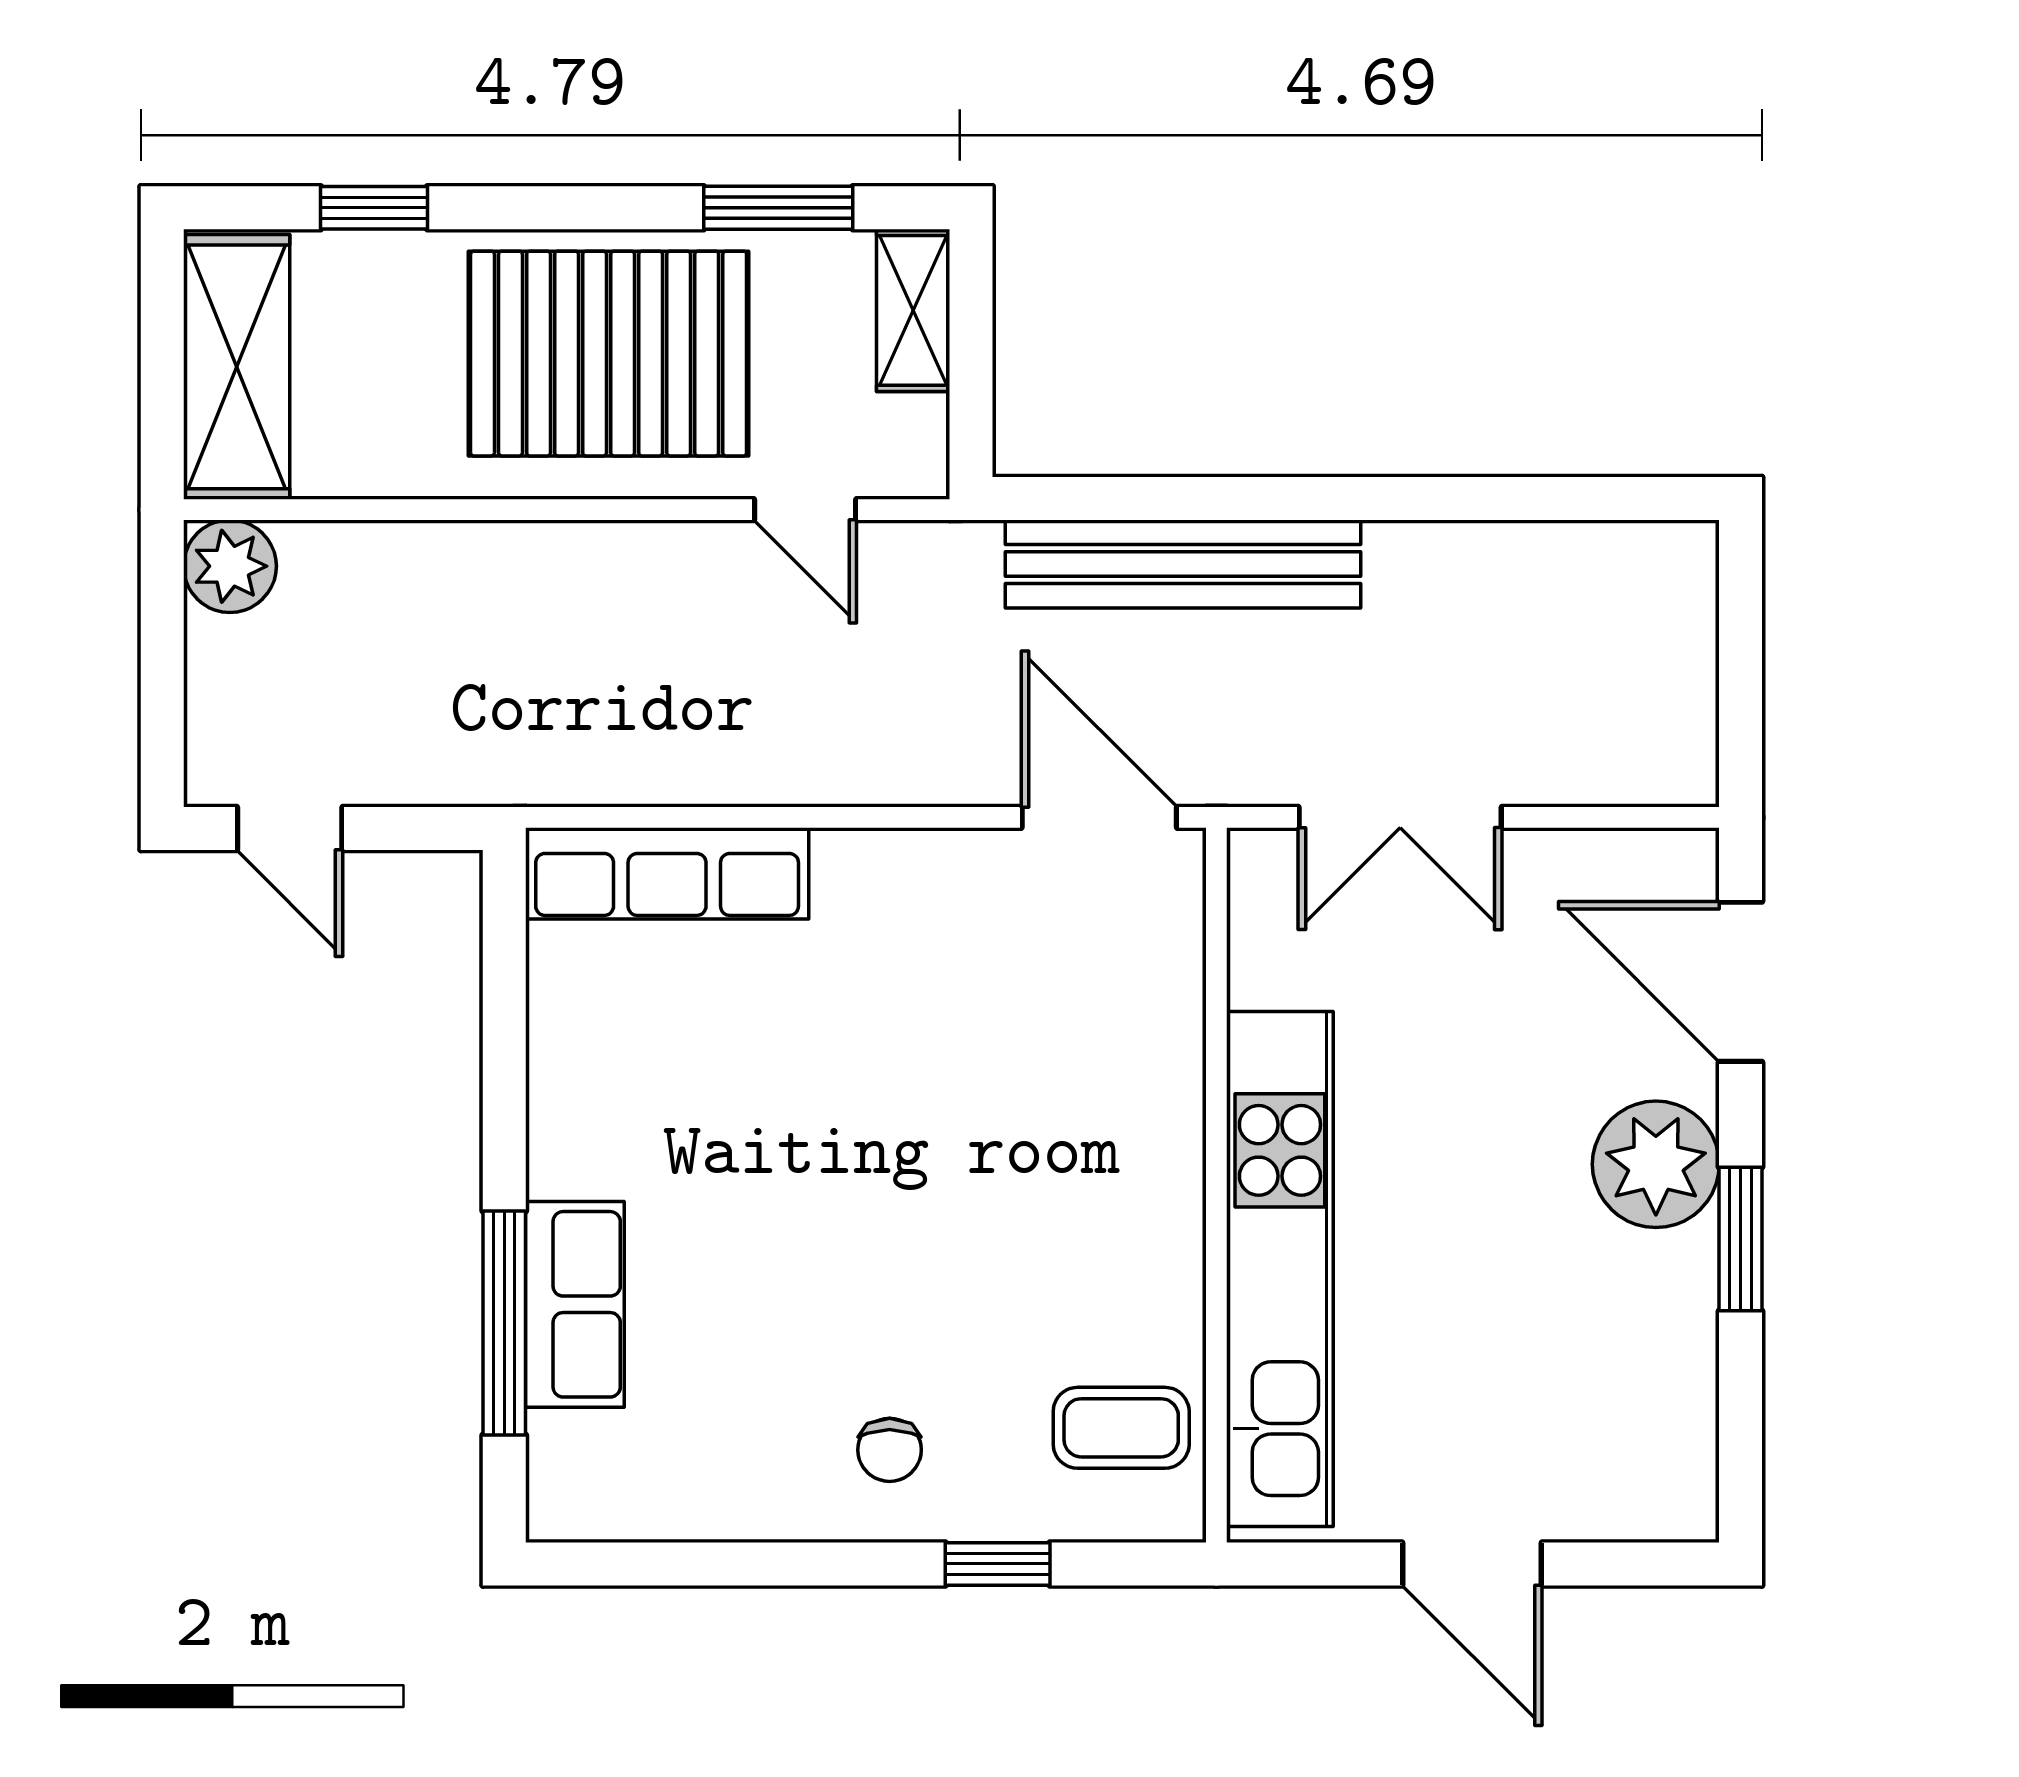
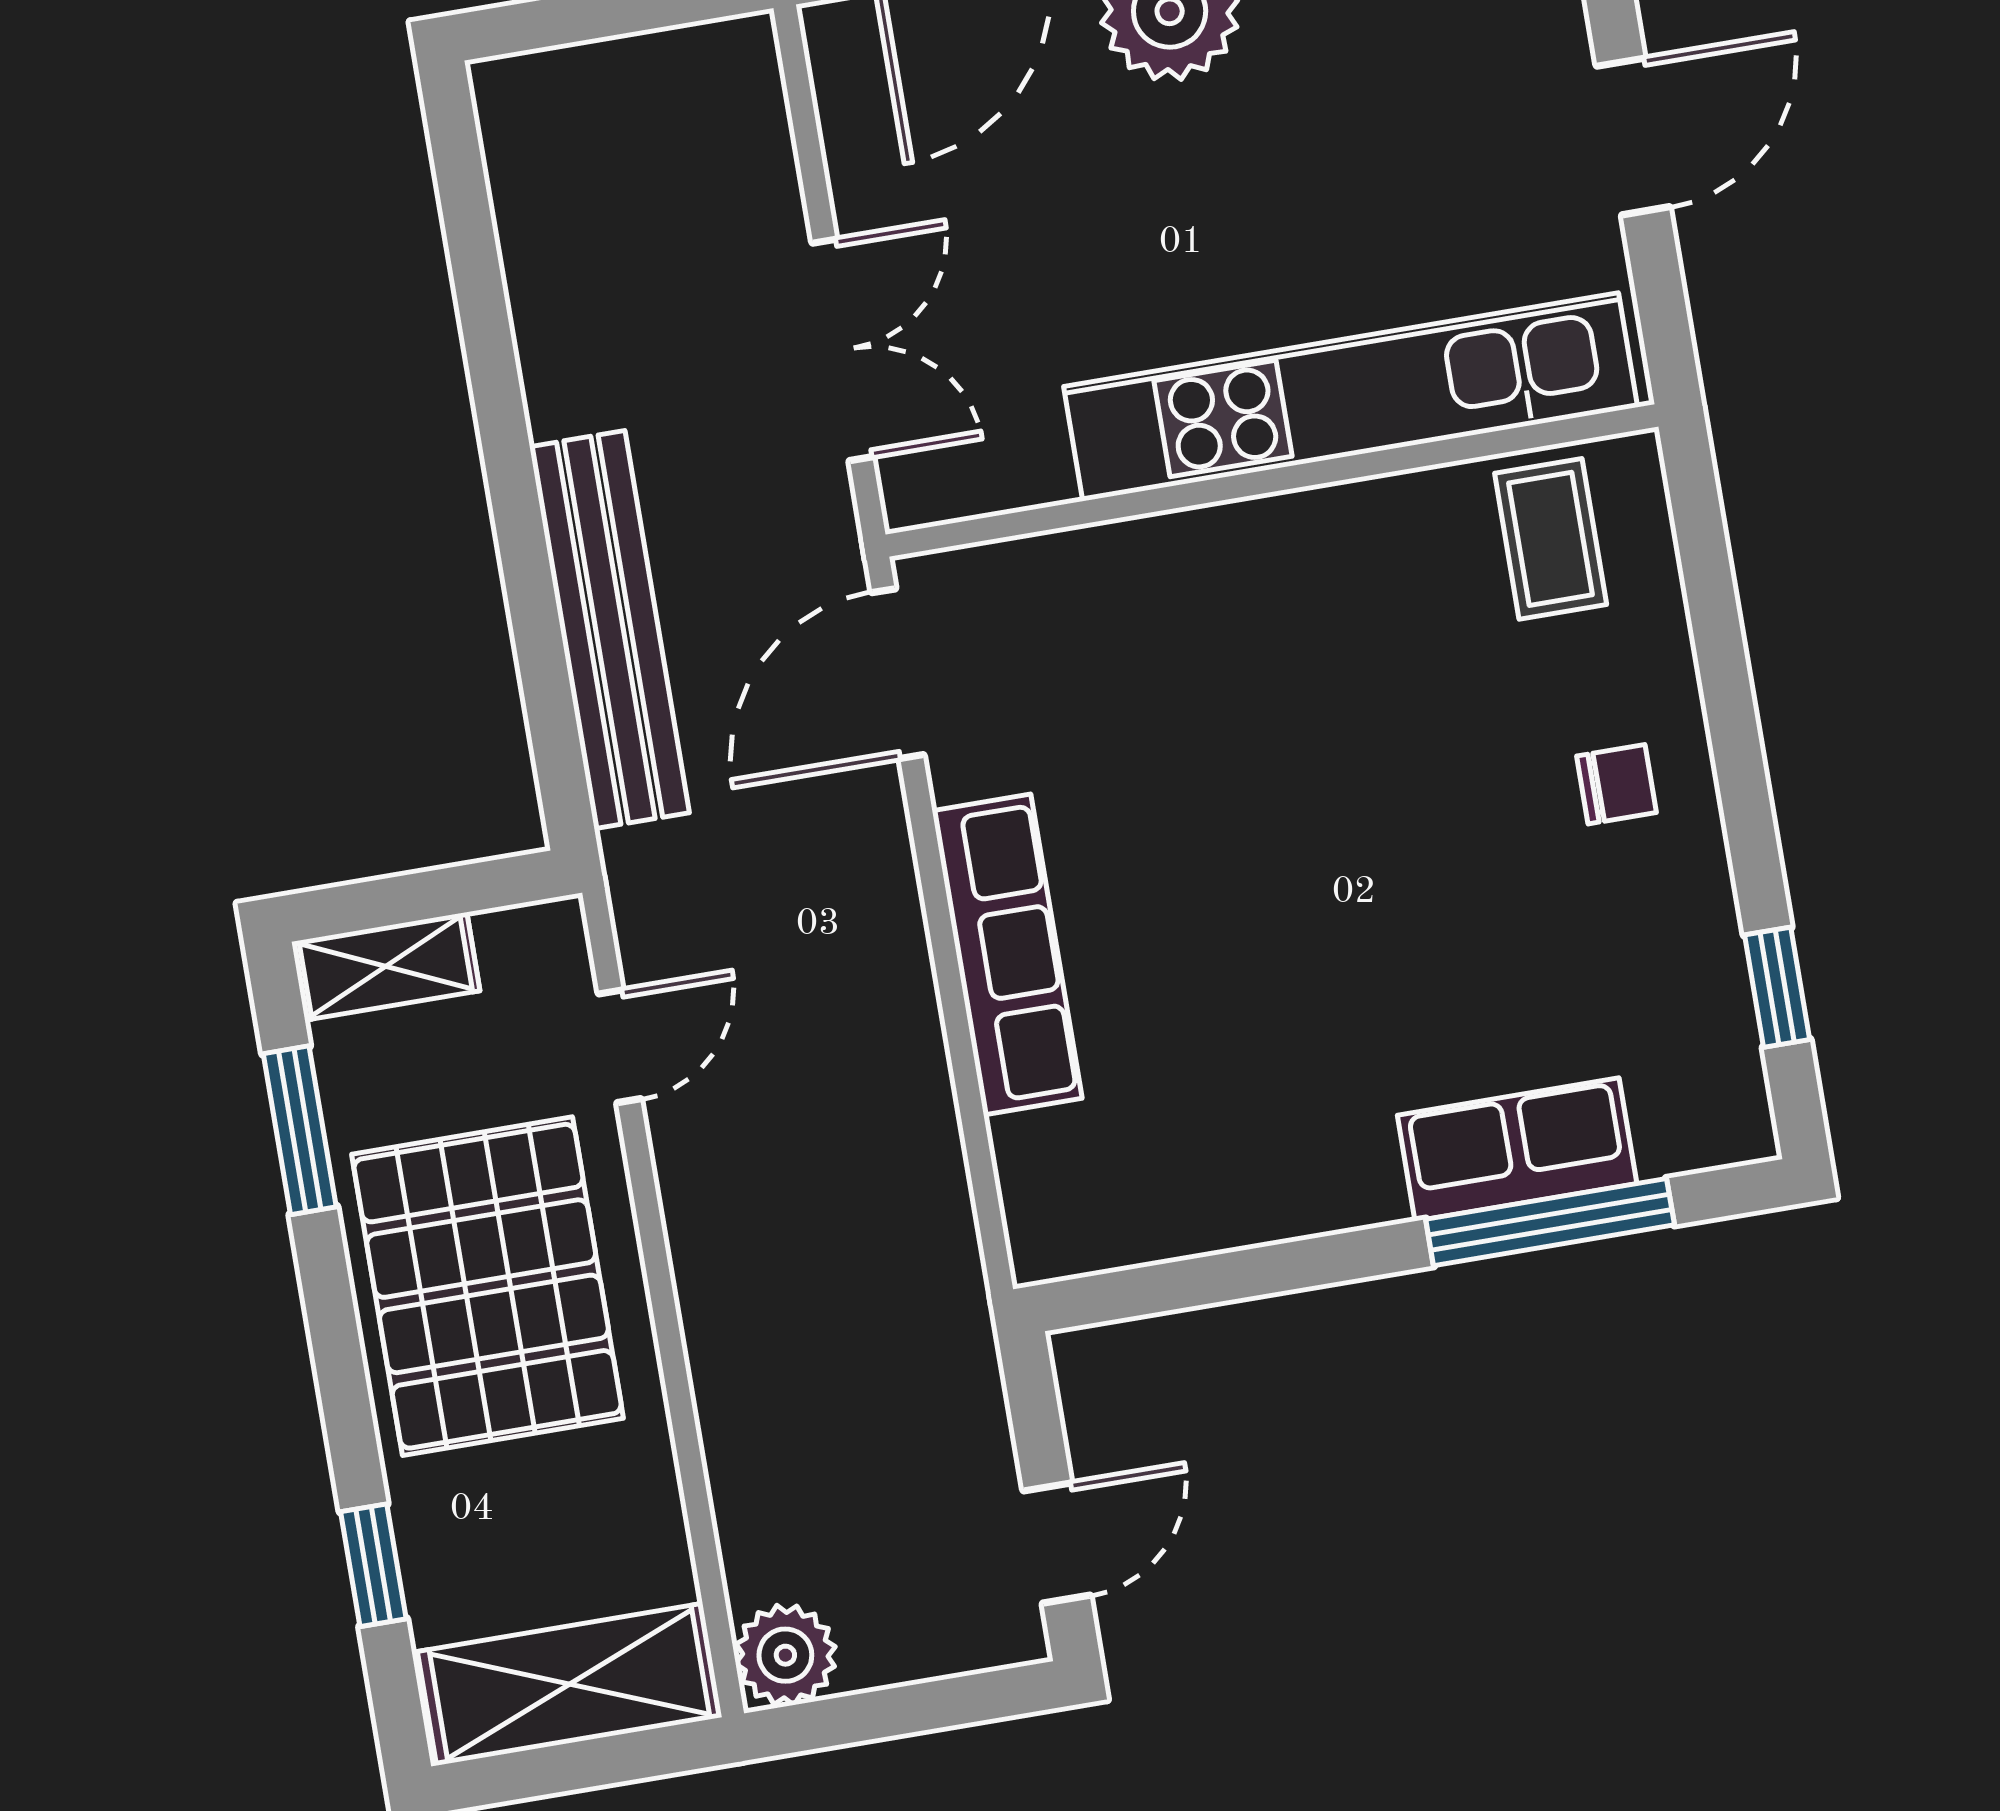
row of seats: (667, 873) -> (1007, 955), moved
window: (998, 1564) -> (1777, 987), moved

